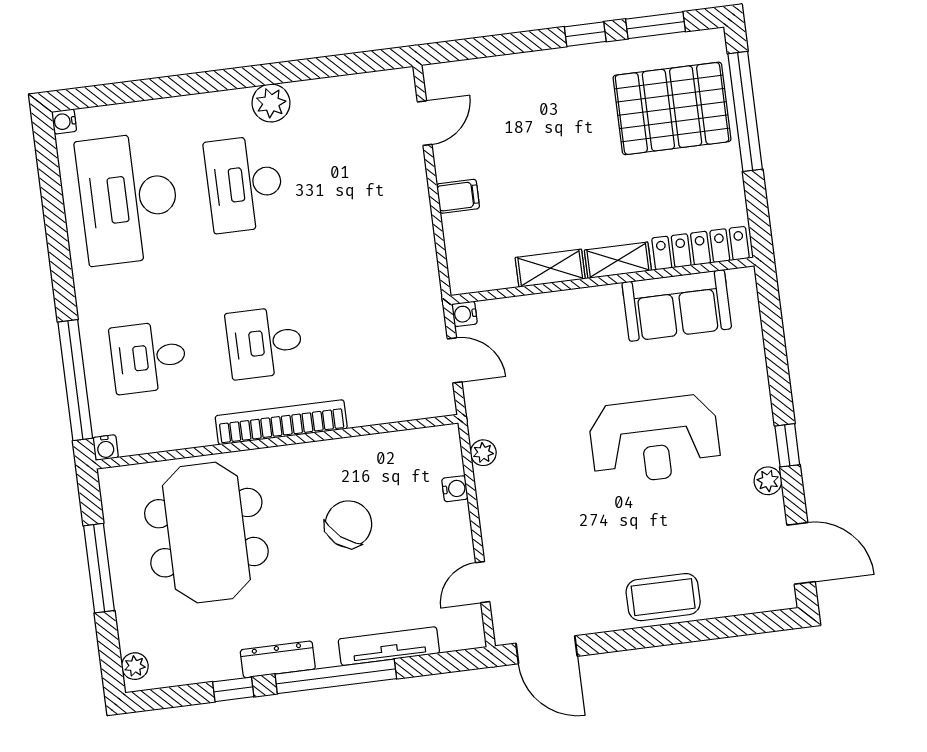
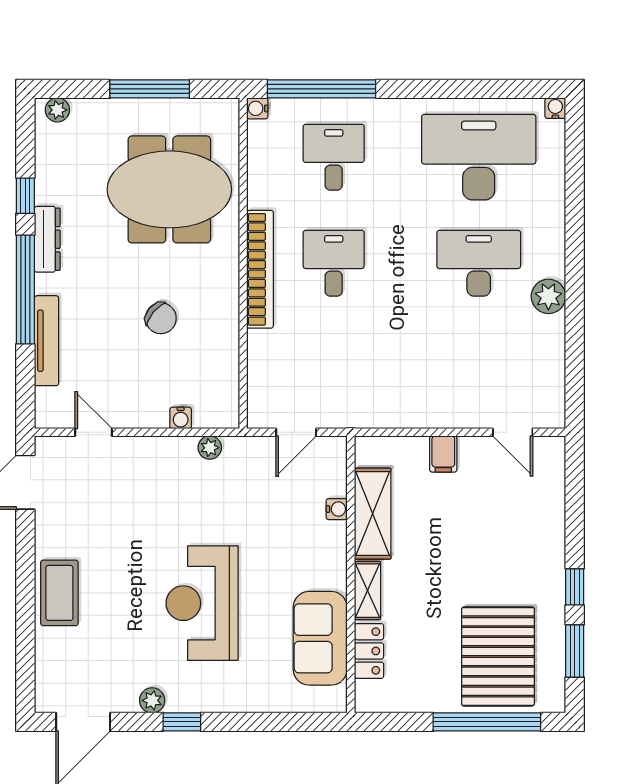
locker: (700, 248) -> (369, 651), width x0.66
shelving: (550, 268) -> (373, 514), width x1.50, depth x1.33
water cooler: (464, 314) -> (337, 509), moved, turned 90
chair: (349, 524) -> (161, 318), width x0.73, depth x0.73

